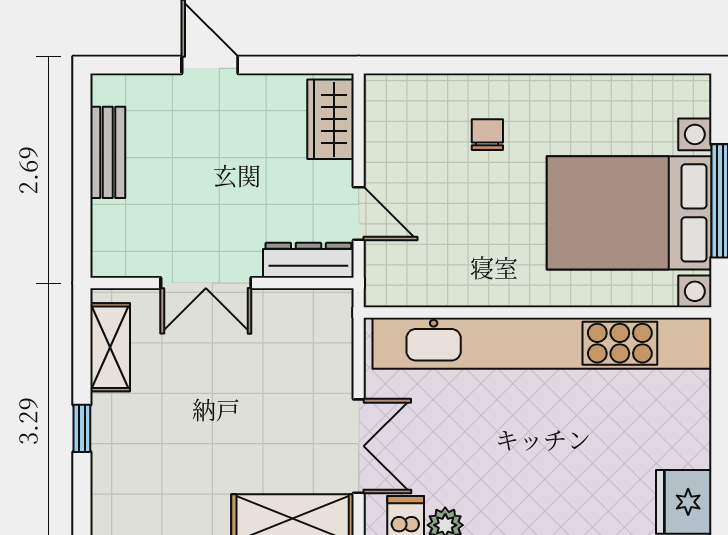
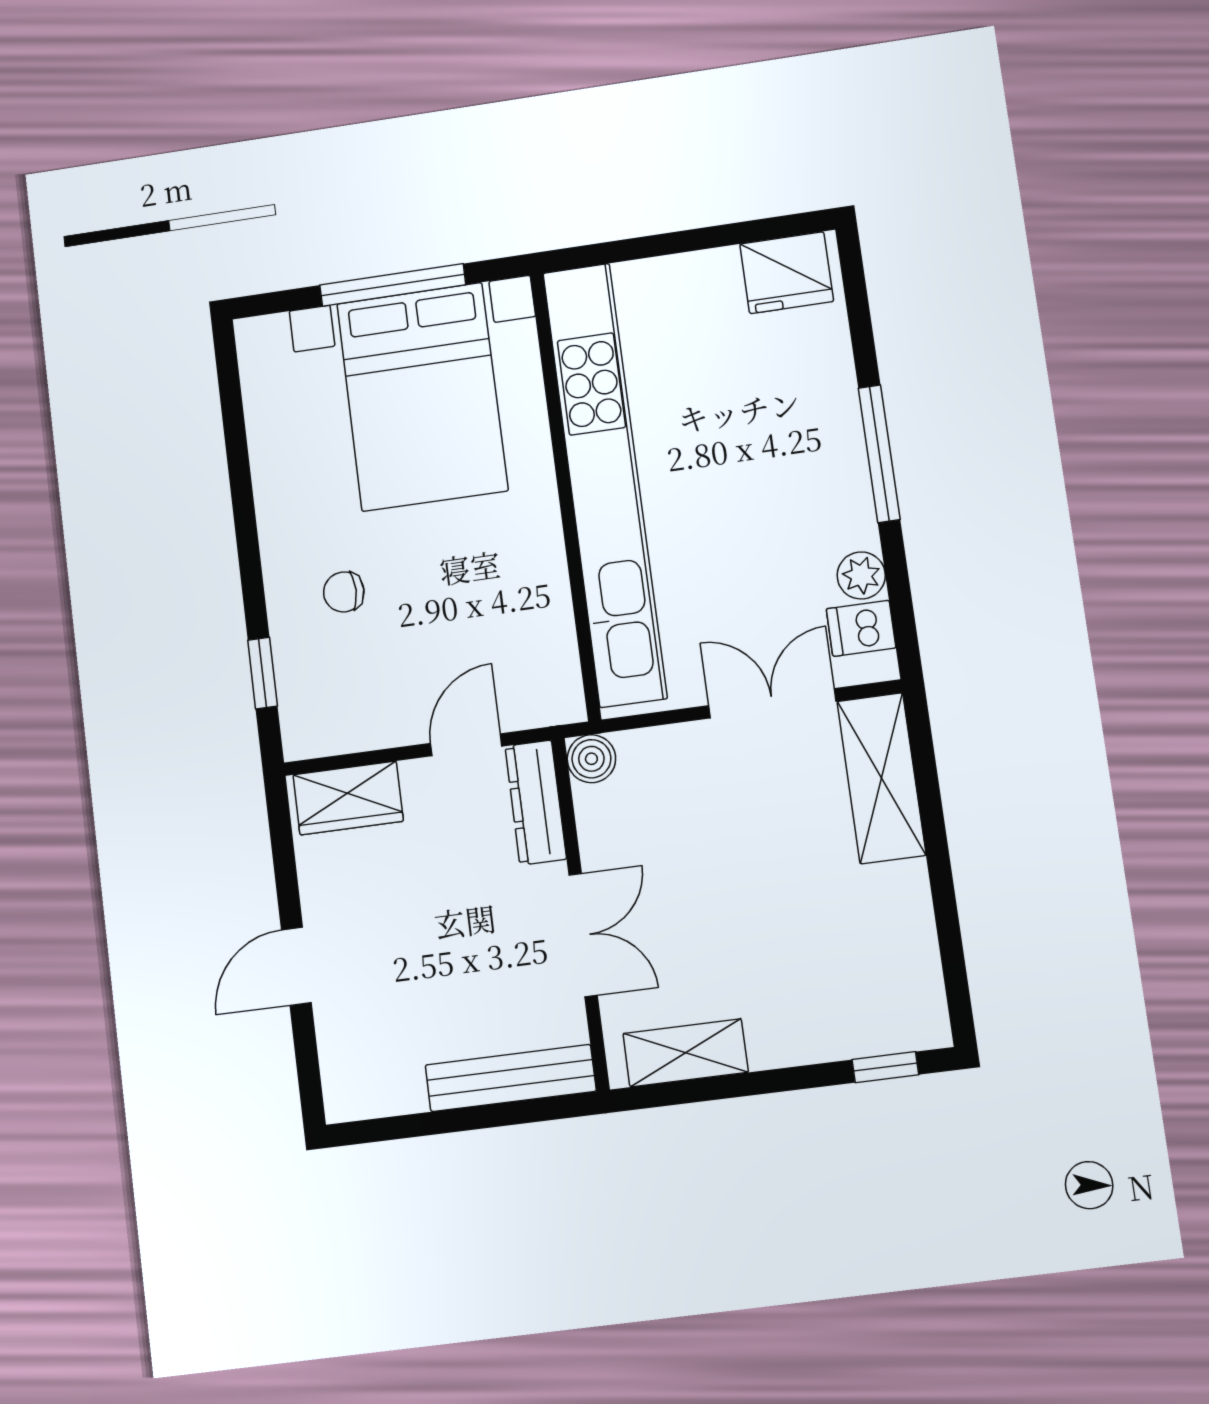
window: (434, 65) -> (263, 673), added
bench: (108, 152) -> (511, 1078), moved, width x1.36
boiler: (336, 306) -> (591, 759), added
window: (82, 428) -> (885, 1067), moved

